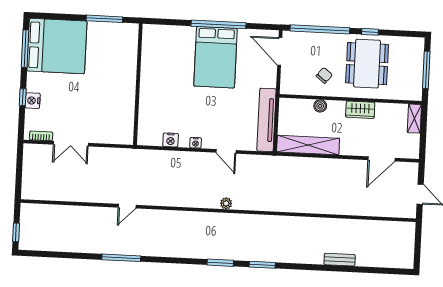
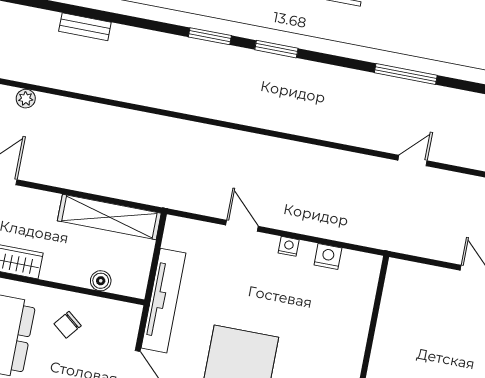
boiler: (320, 106) -> (101, 281), moved
tv unit: (267, 120) -> (164, 301), moved
plant: (226, 203) -> (26, 99), moved
window: (121, 258) -> (406, 74), moved

